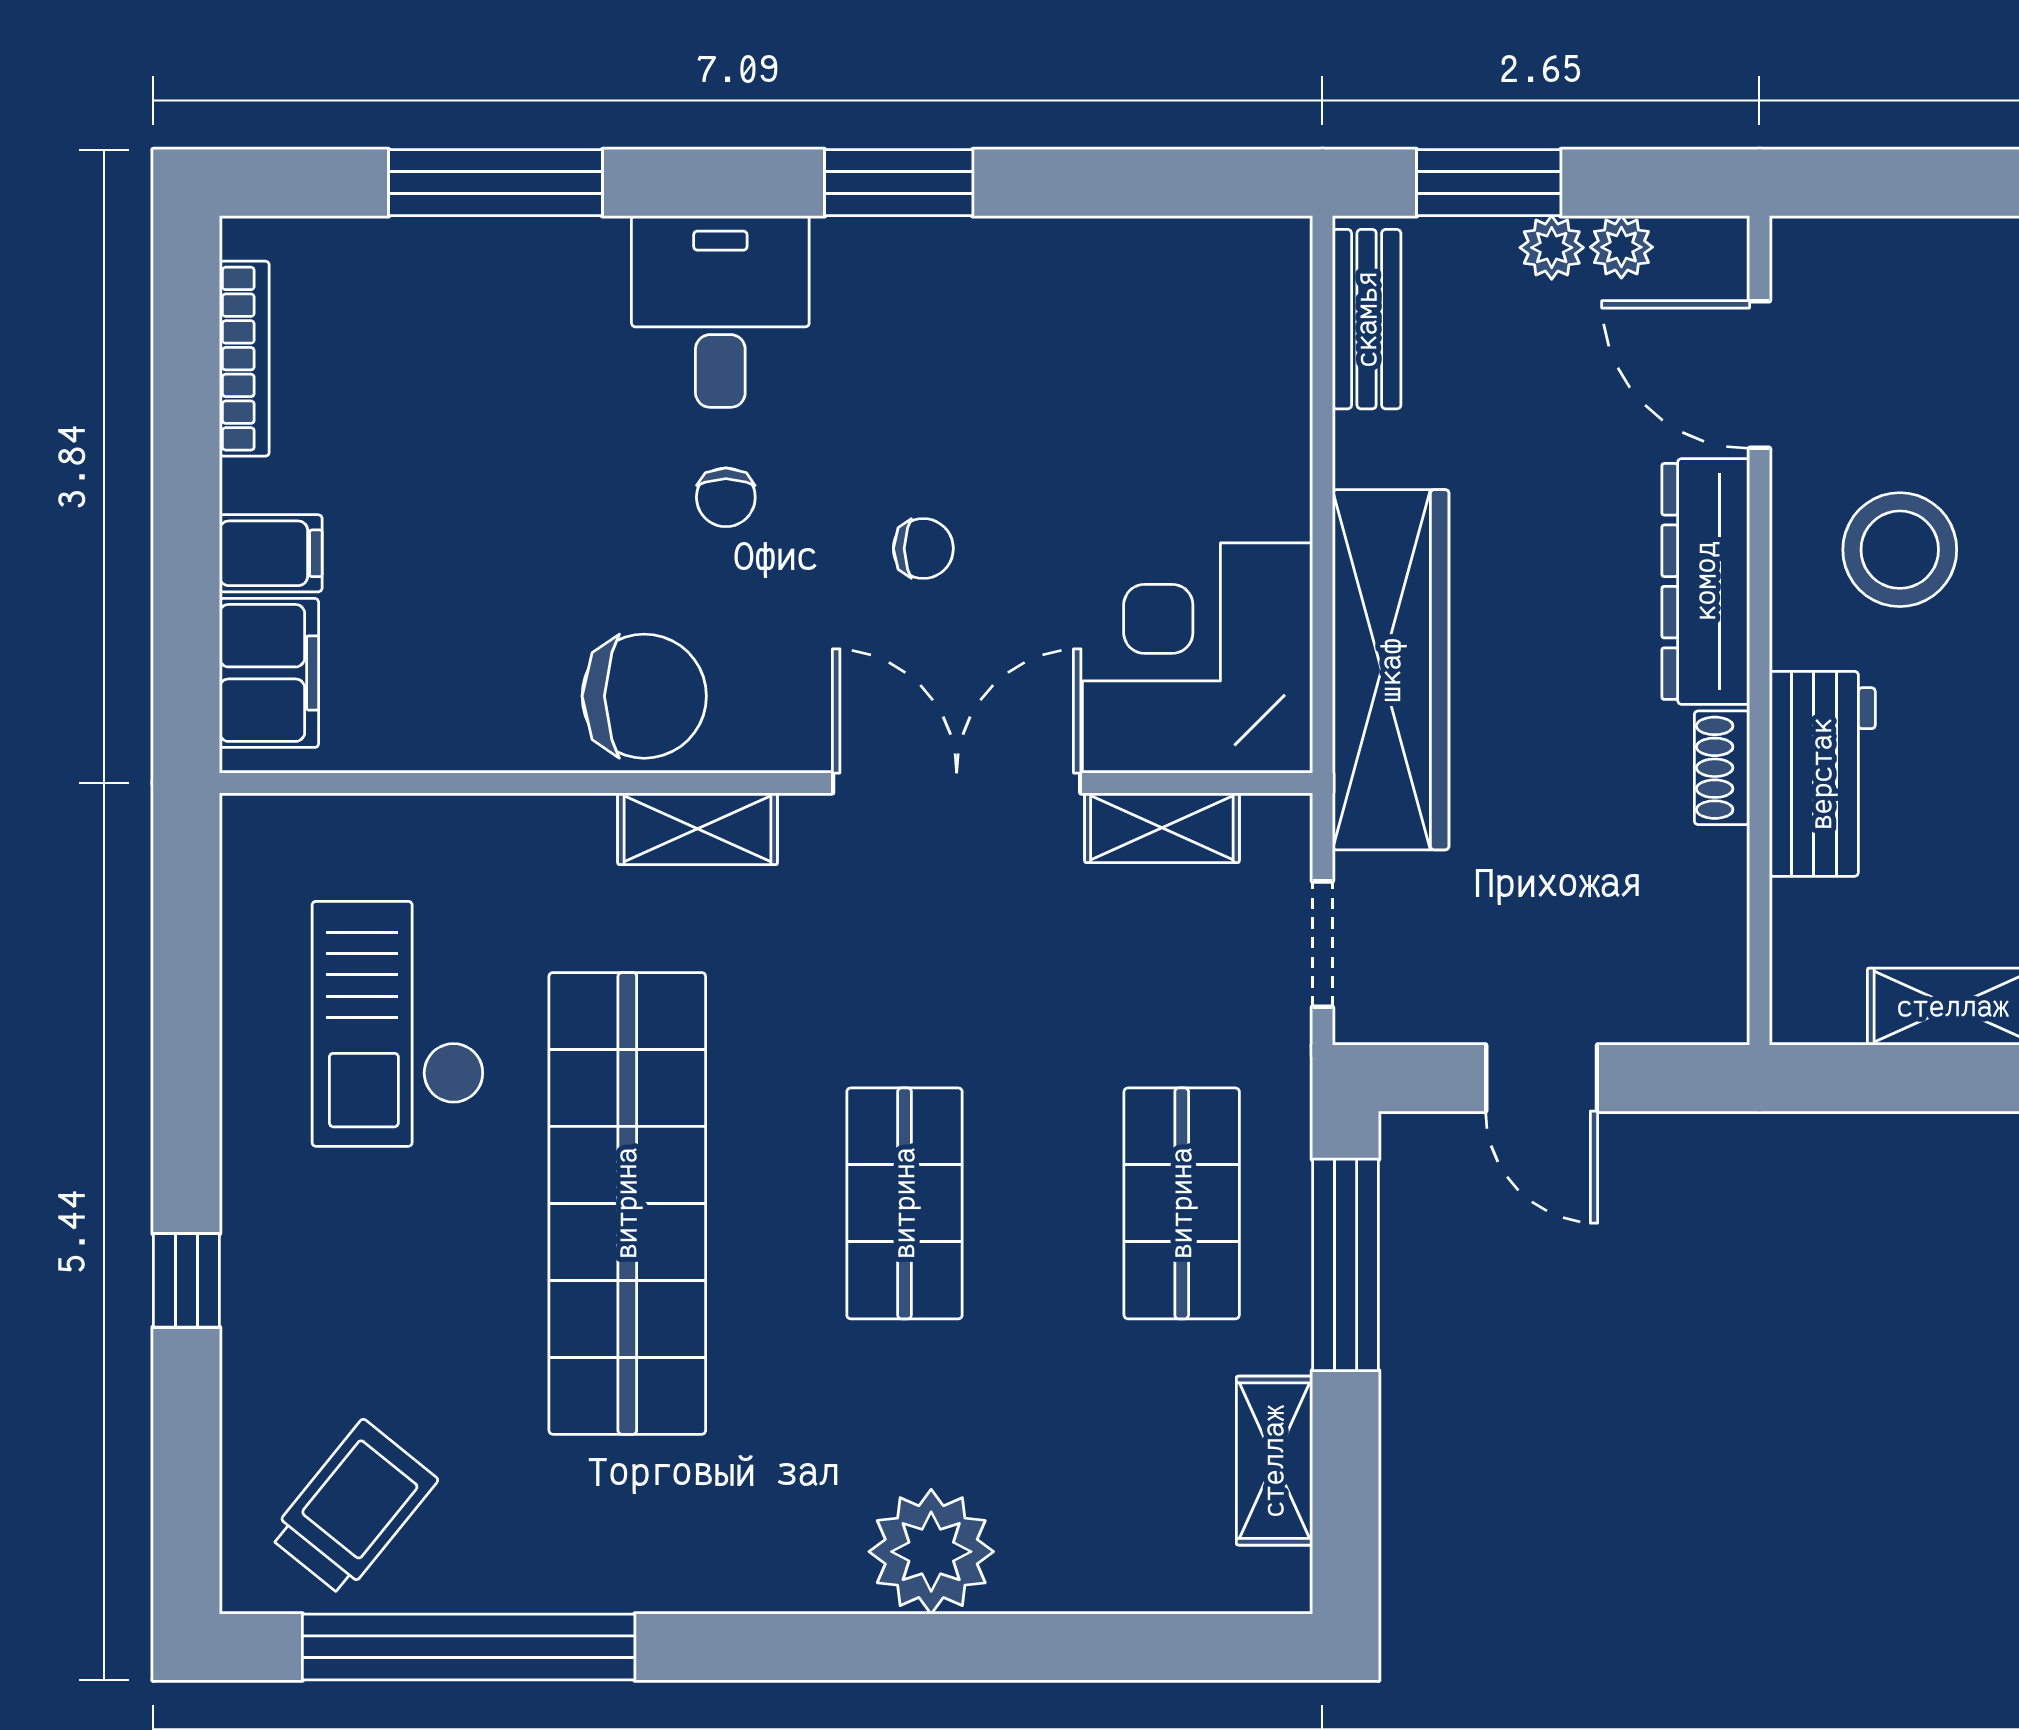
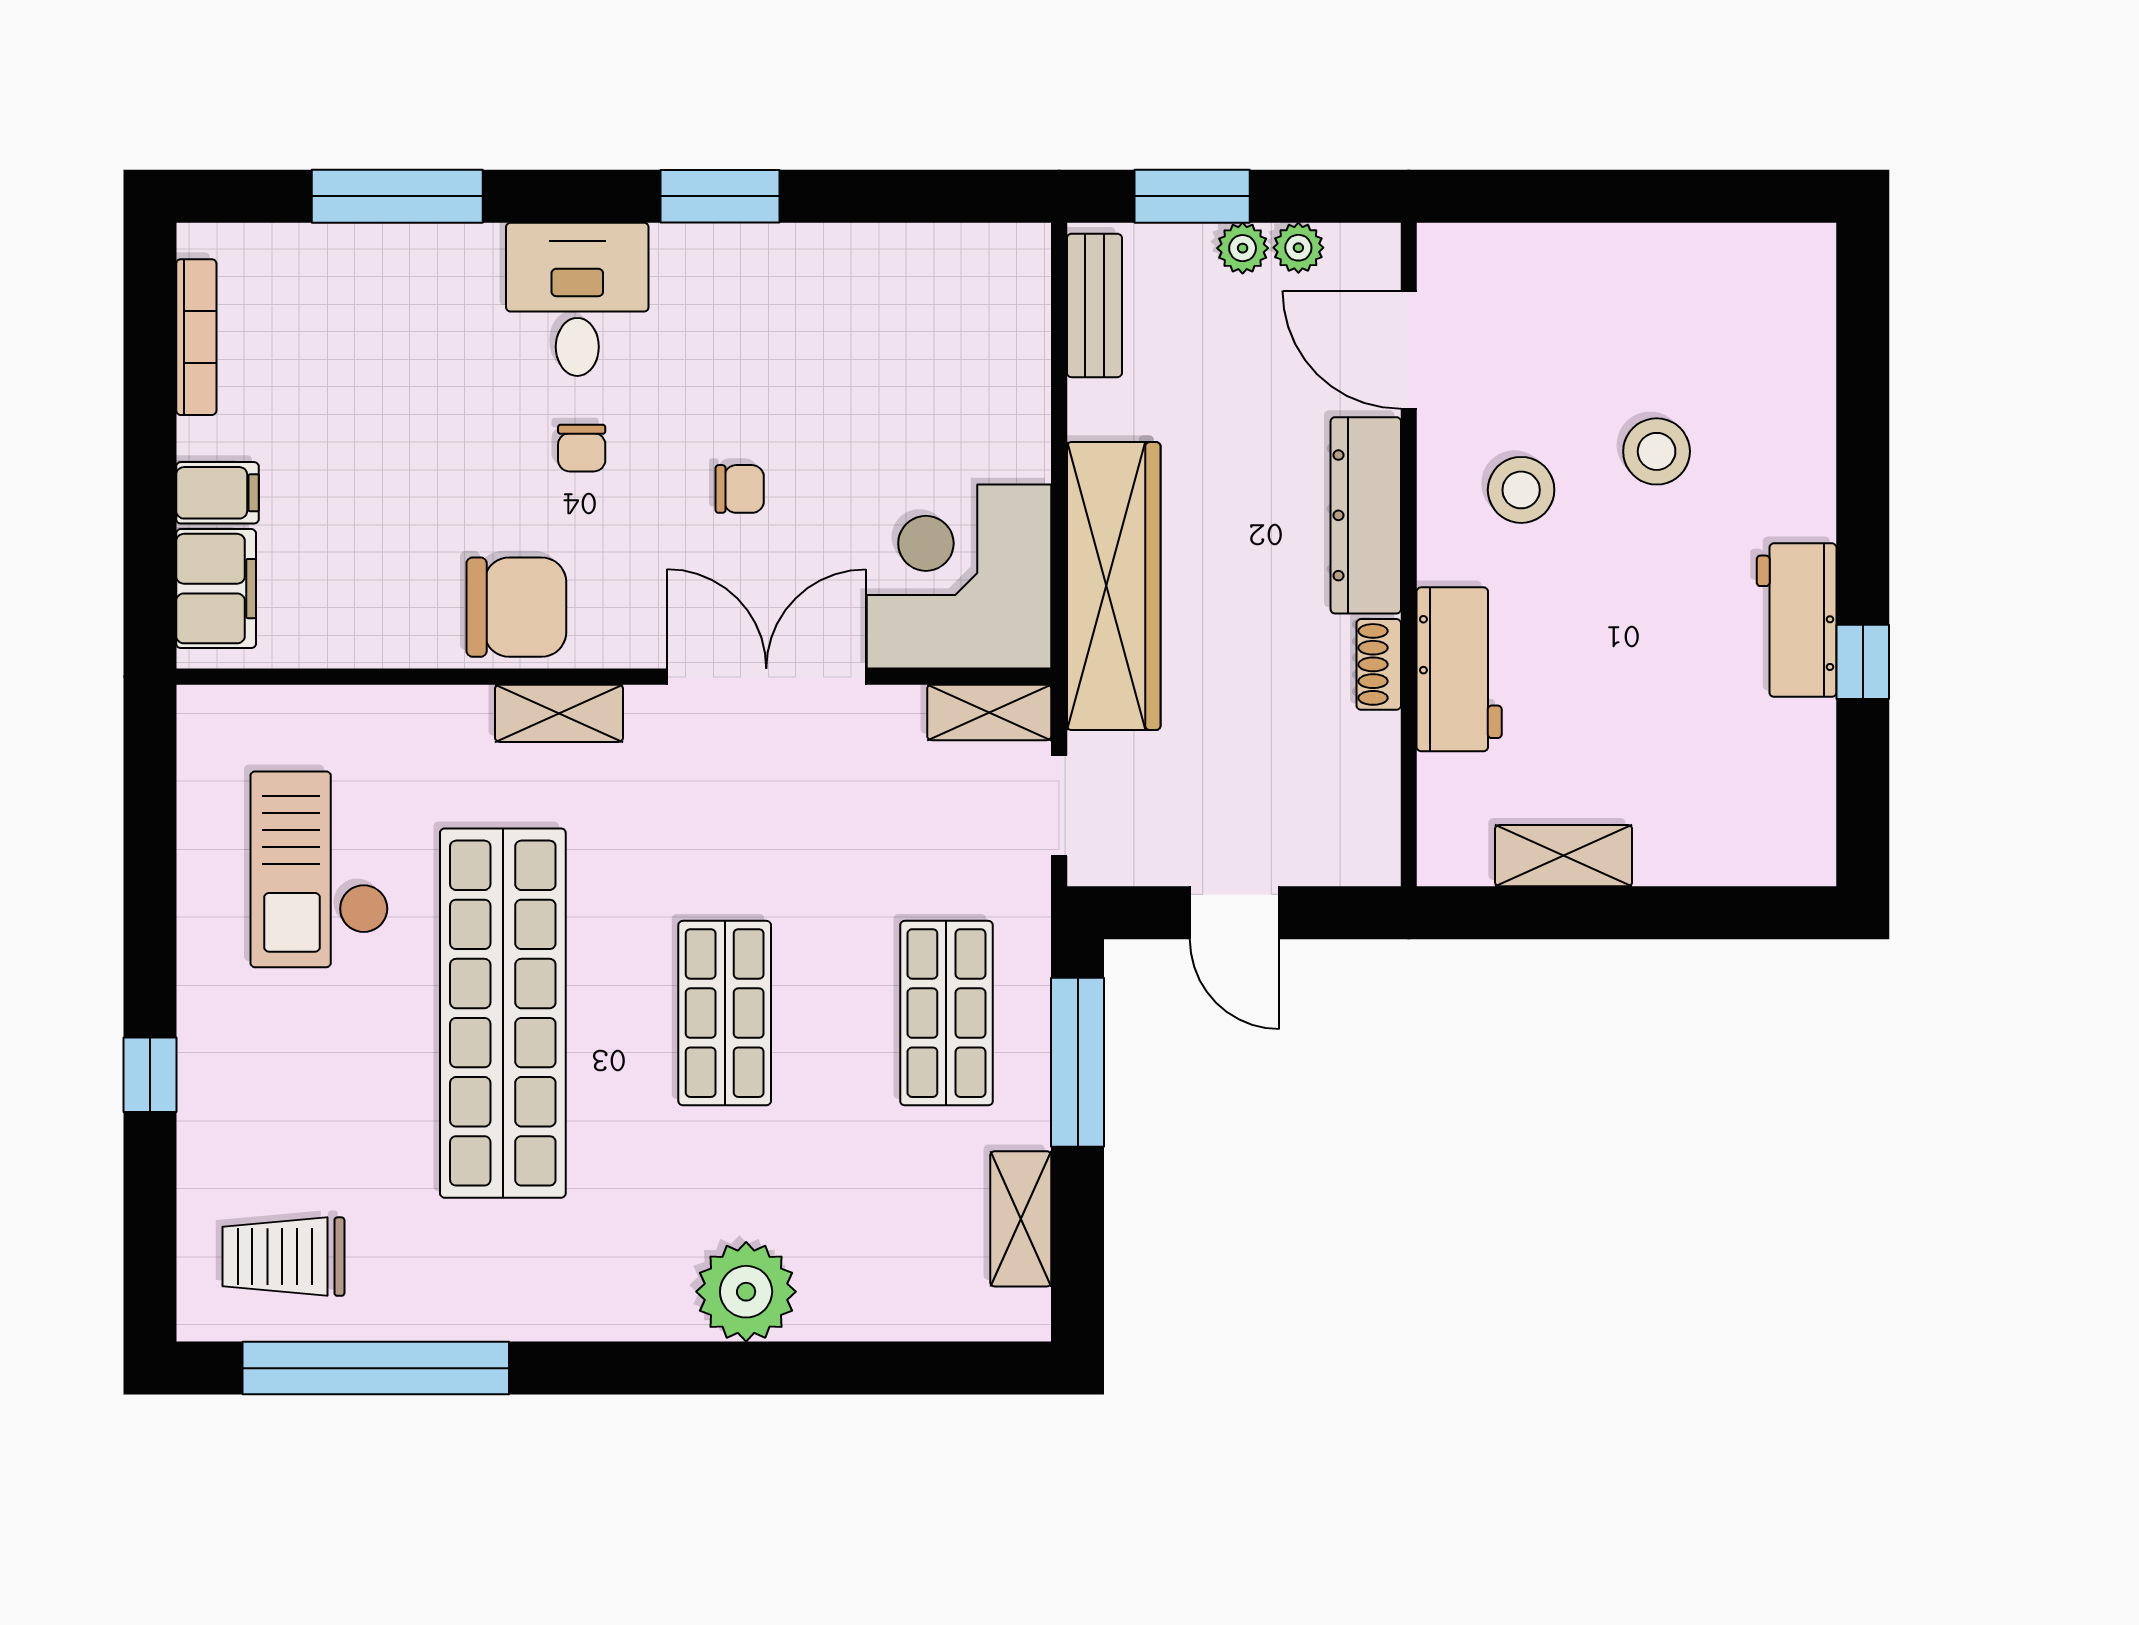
stool: (1900, 550) -> (1521, 490), width x0.73, depth x0.73
shelving: (1162, 828) -> (989, 712), moved
trolley: (353, 1508) -> (283, 1257), turned -129

